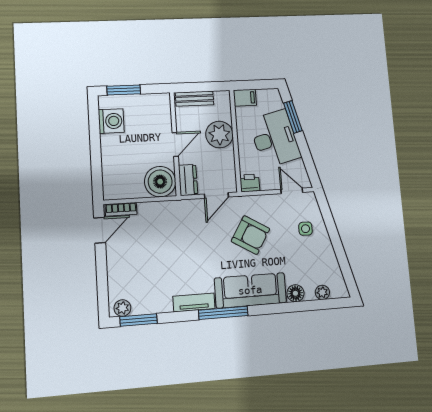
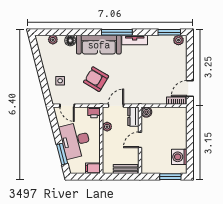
plant: (219, 135) -> (107, 127), moved, width x0.53, depth x0.53
boiler: (160, 182) -> (146, 112), width x0.54, depth x0.54

